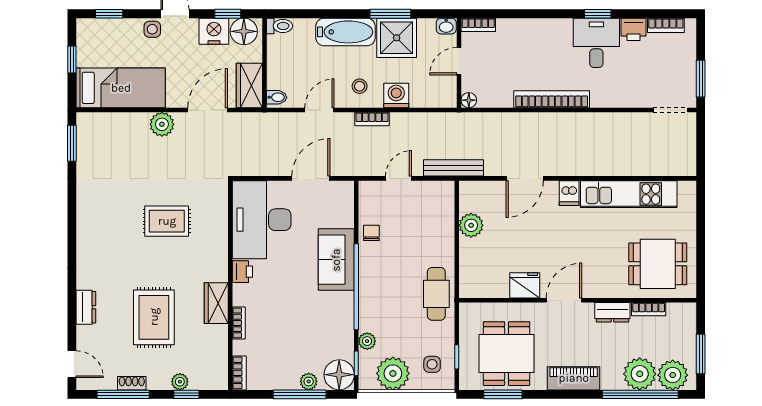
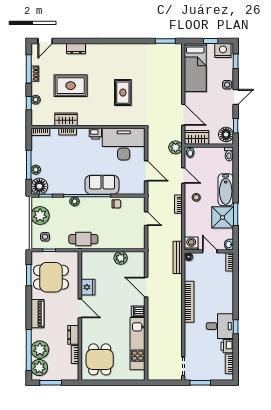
nightstand: (214, 31) -> (223, 51), moved, turned -90
washing machine: (396, 95) -> (191, 244), moved, turned -90
plant: (162, 124) -> (176, 147), moved
bench: (454, 168) -> (178, 257), moved
wardrobe: (216, 303) -> (66, 119), moved
plant: (367, 341) -> (75, 201), moved

